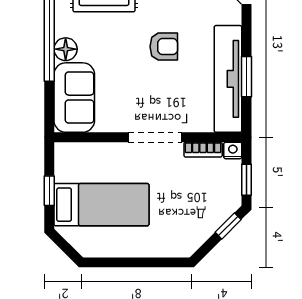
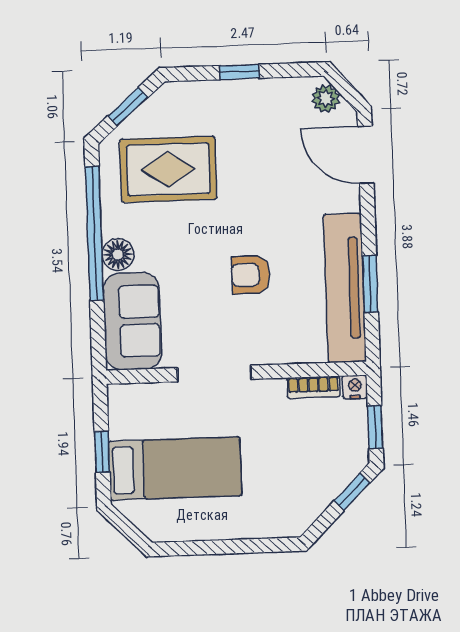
armchair: (164, 47) -> (251, 275), moved, turned 180
doorway: (155, 137) -> (214, 374), moved

